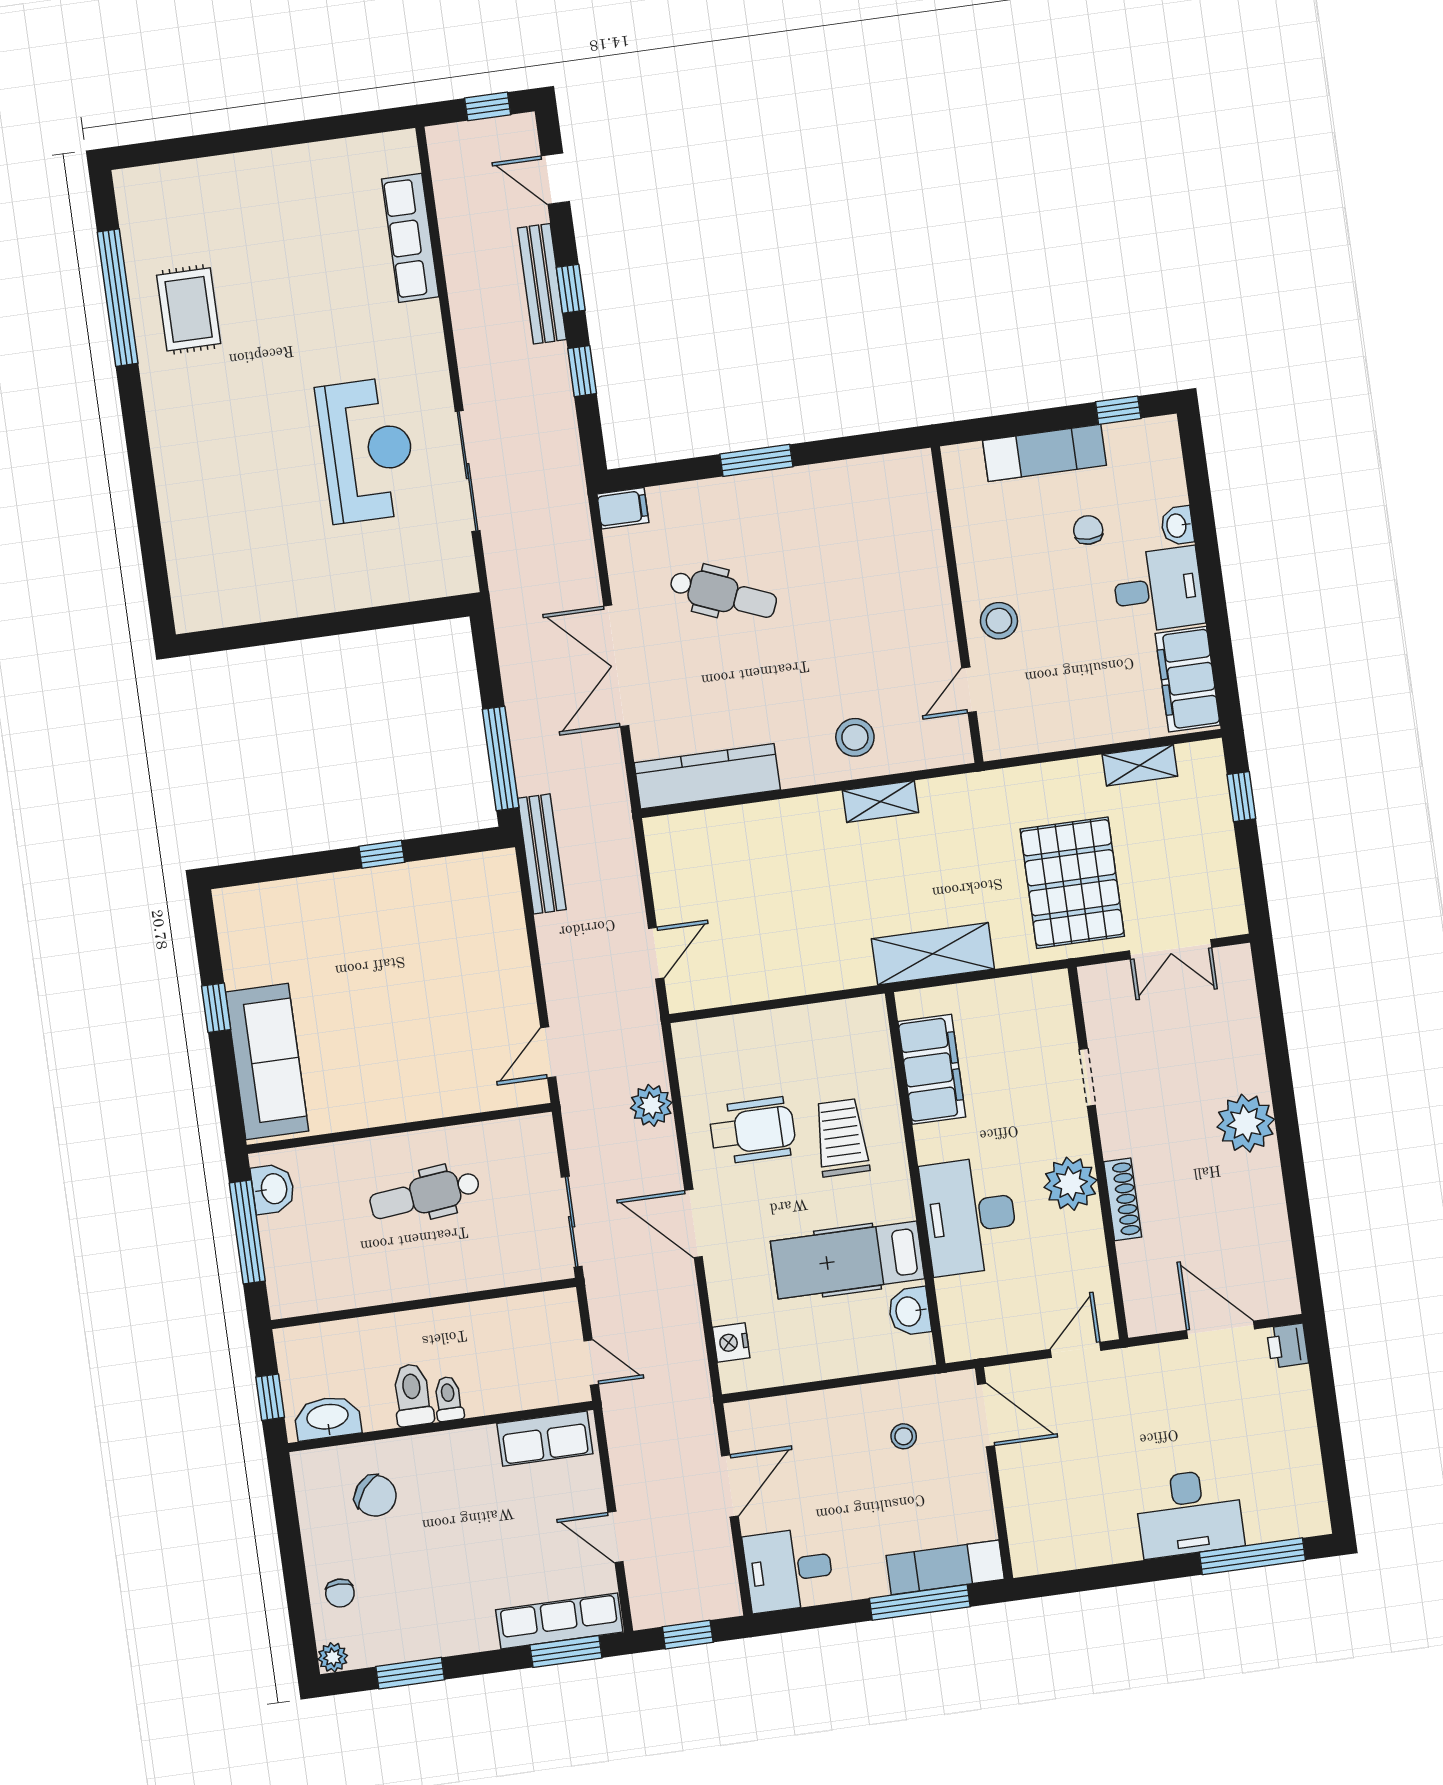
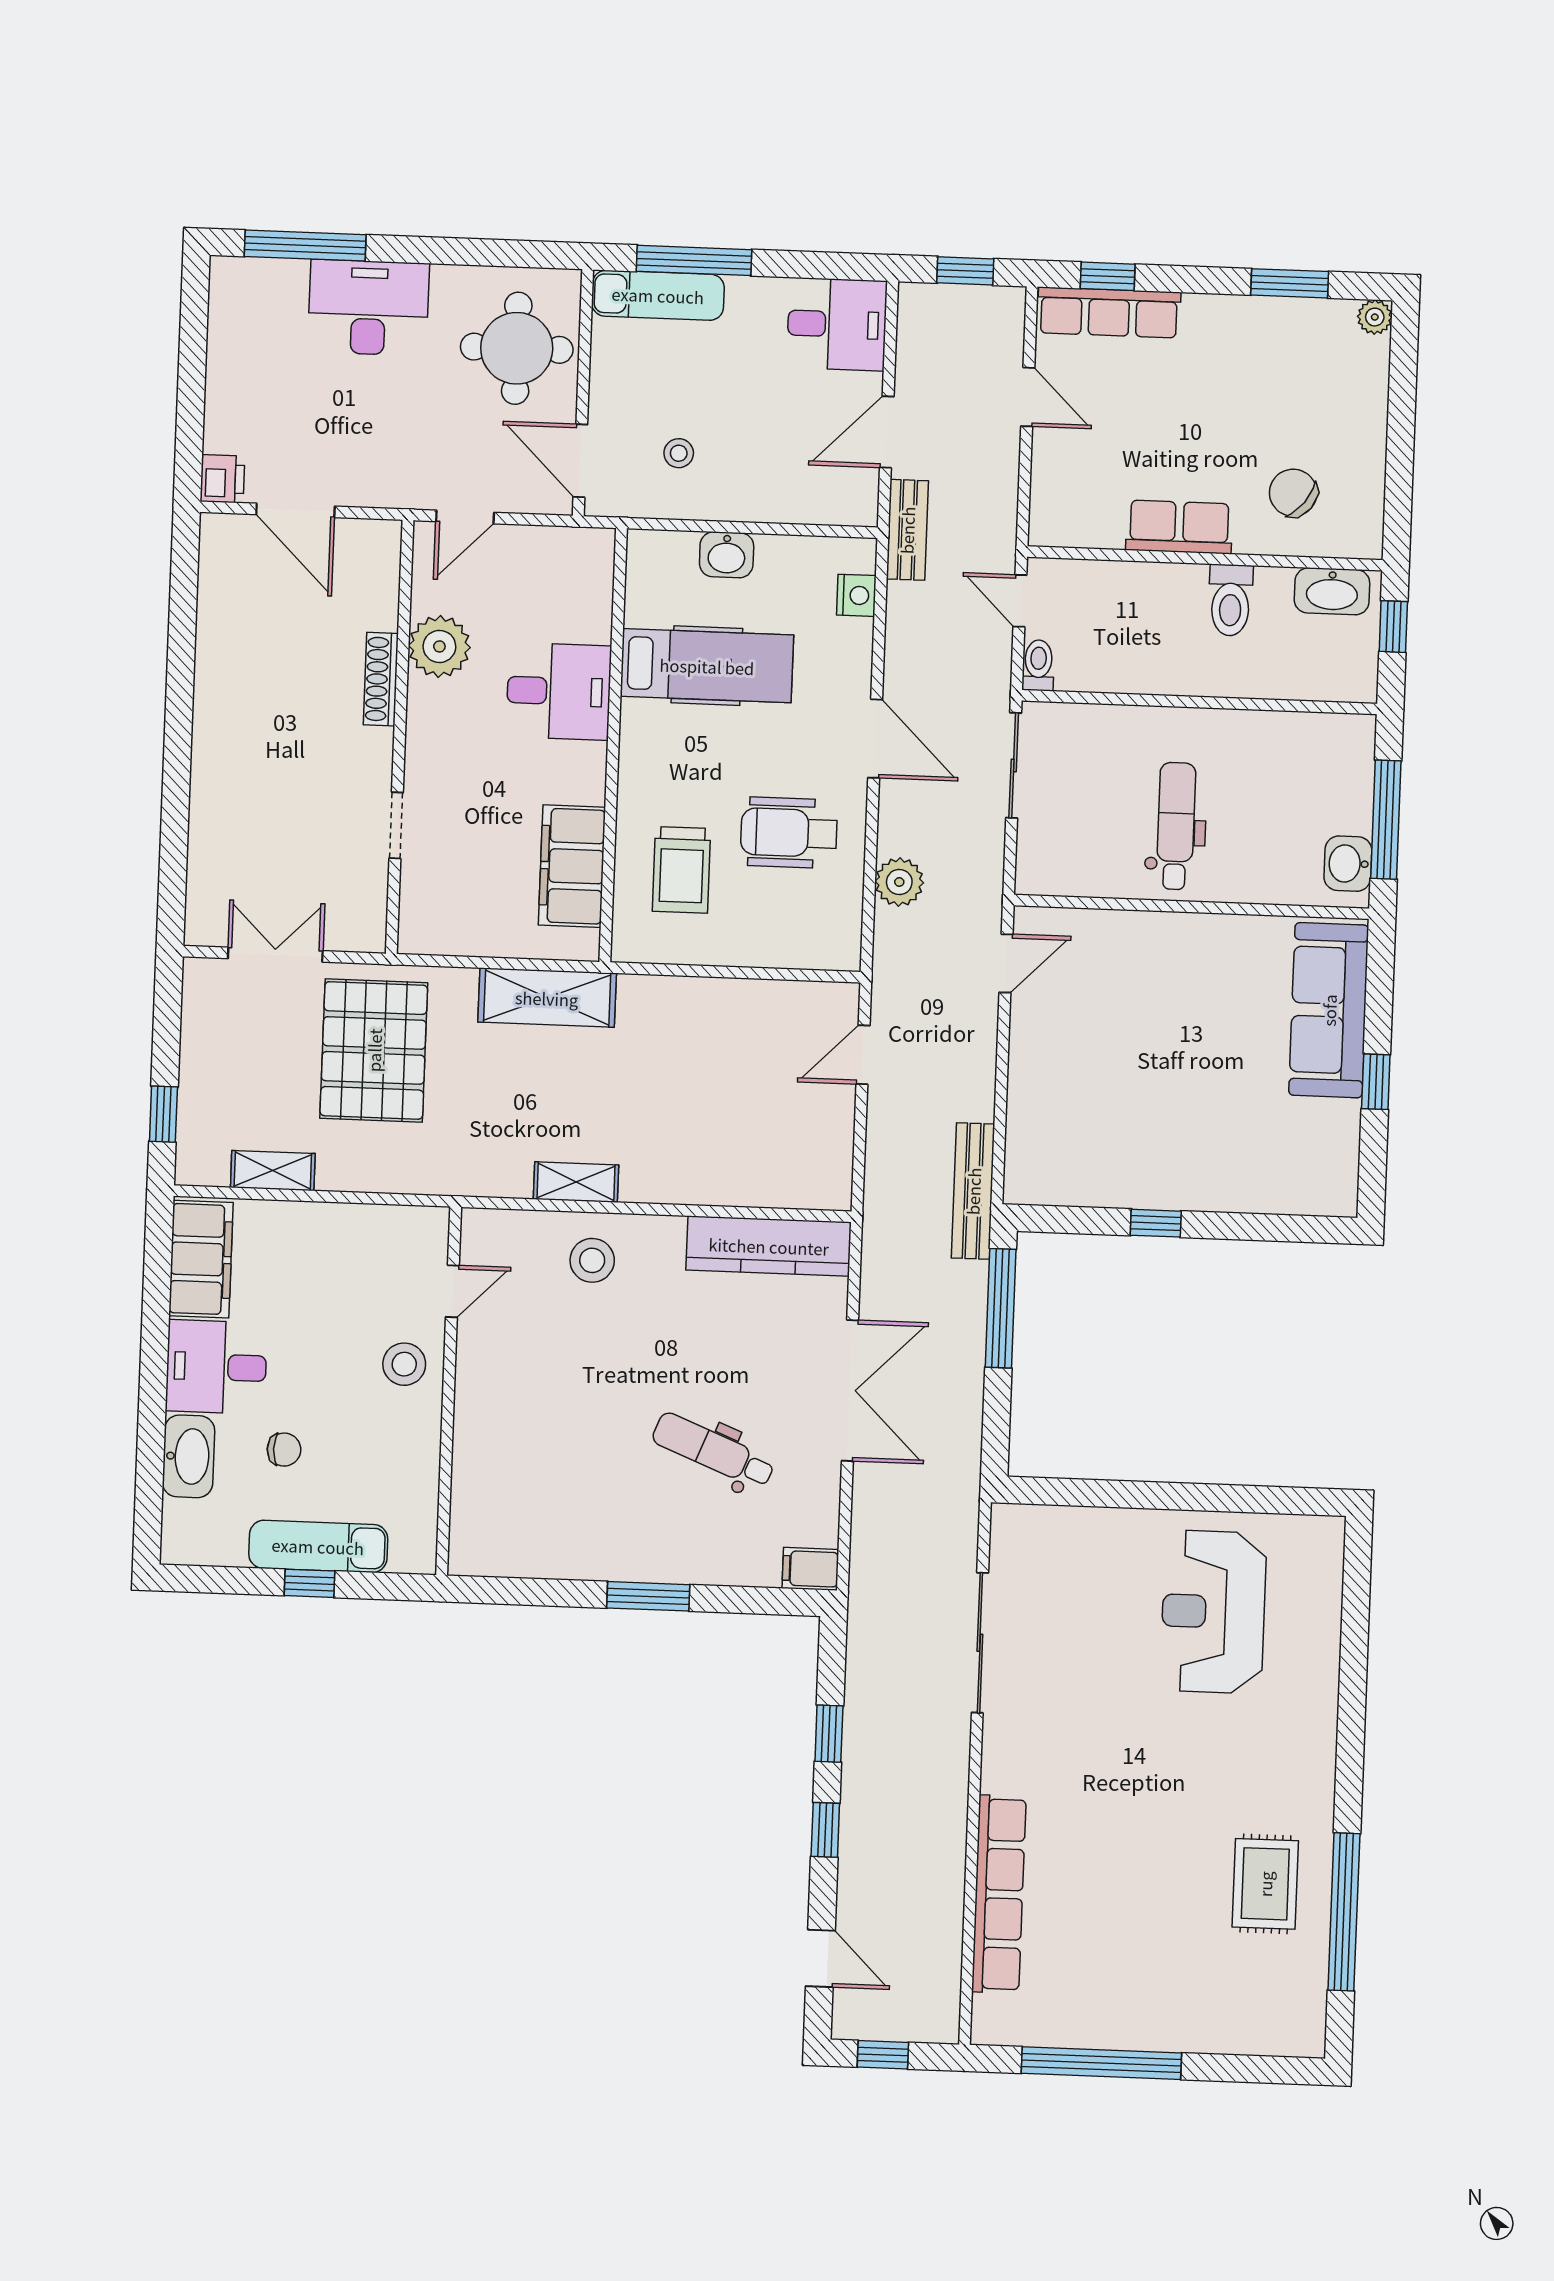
window: (301, 132) -> (1101, 2063), added
row of seats: (410, 238) -> (999, 1894), width x1.36
bench: (542, 284) -> (907, 530), moved, width x0.73
window: (1118, 410) -> (309, 1583), moved
reception desk: (367, 450) -> (1213, 1612), moved
washbasin: (1177, 526) -> (188, 1456), width x1.91, depth x1.45
chair: (1088, 530) -> (284, 1450), turned -90
plant: (1246, 1123) -> (225, 741), removed
trolley: (842, 1138) -> (681, 870), moved
plant: (1070, 1184) -> (439, 646), moved
dental chair: (425, 1195) -> (1176, 826), turned -84
desk: (970, 1216) -> (559, 691), width x0.73
washbasin: (909, 1311) -> (727, 555), moved, turned 90
toilet: (448, 1399) -> (1038, 665), moved, turned 180
row of seats: (545, 1439) -> (1179, 527), moved
round table: (1057, 1501) -> (517, 348), added
chair: (340, 1593) -> (1354, 389), removed
window: (566, 1652) -> (1108, 276), width x0.67

